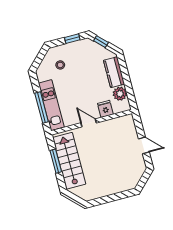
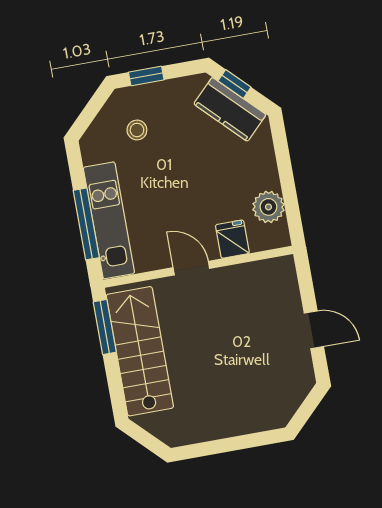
window: (72, 39) -> (146, 76), moved
kitchen counter: (114, 72) -> (230, 109), moved, turned -45
window: (56, 161) -> (105, 327), moved

